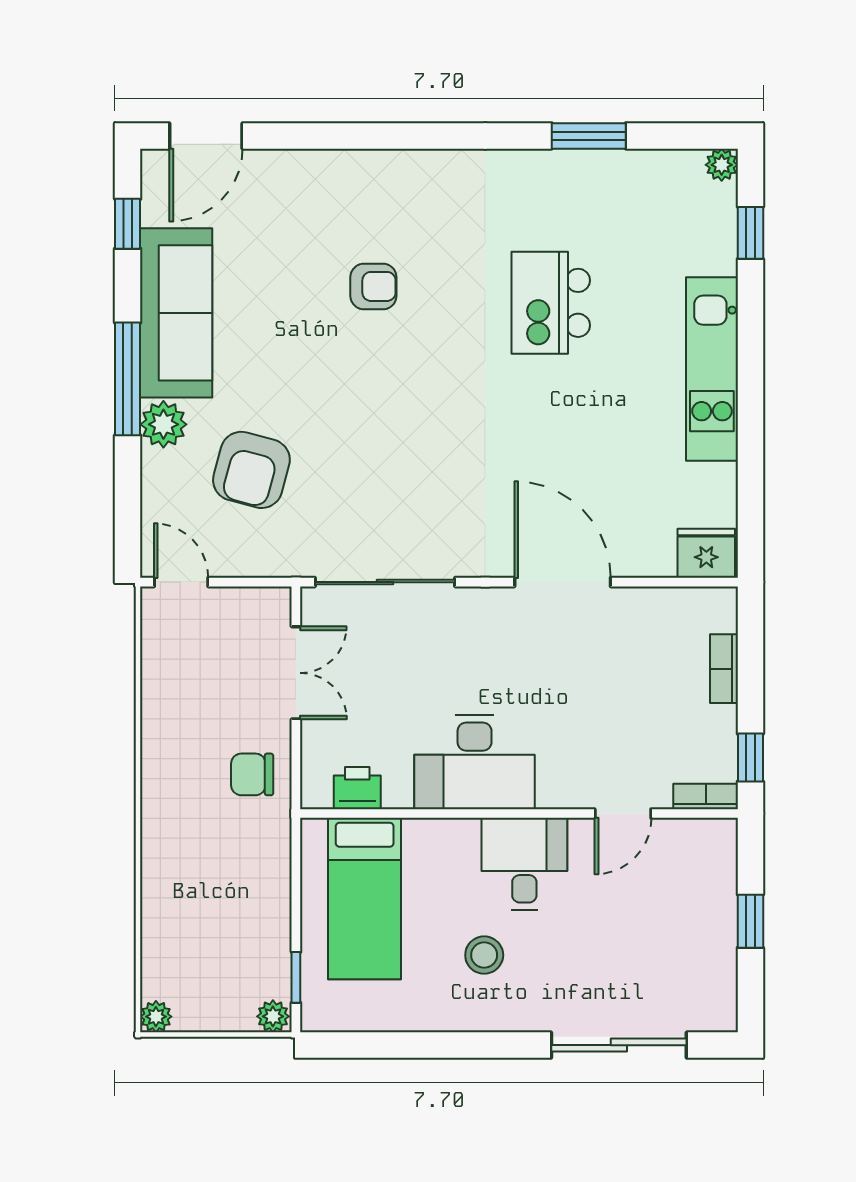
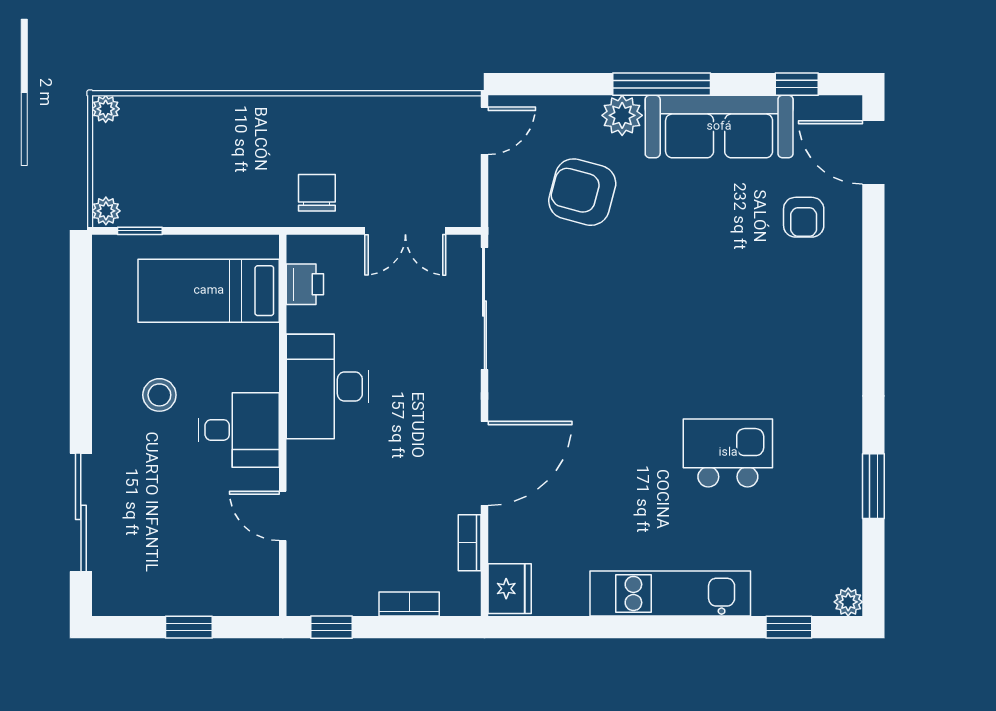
armchair: (373, 286) -> (804, 217), moved
bookcase: (706, 796) -> (470, 543), moved, turned 180

